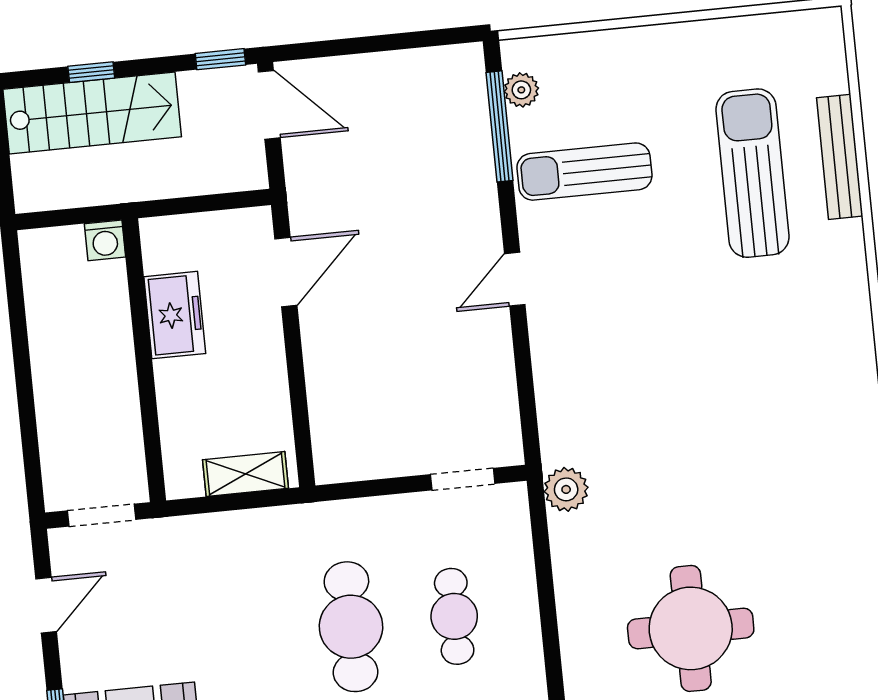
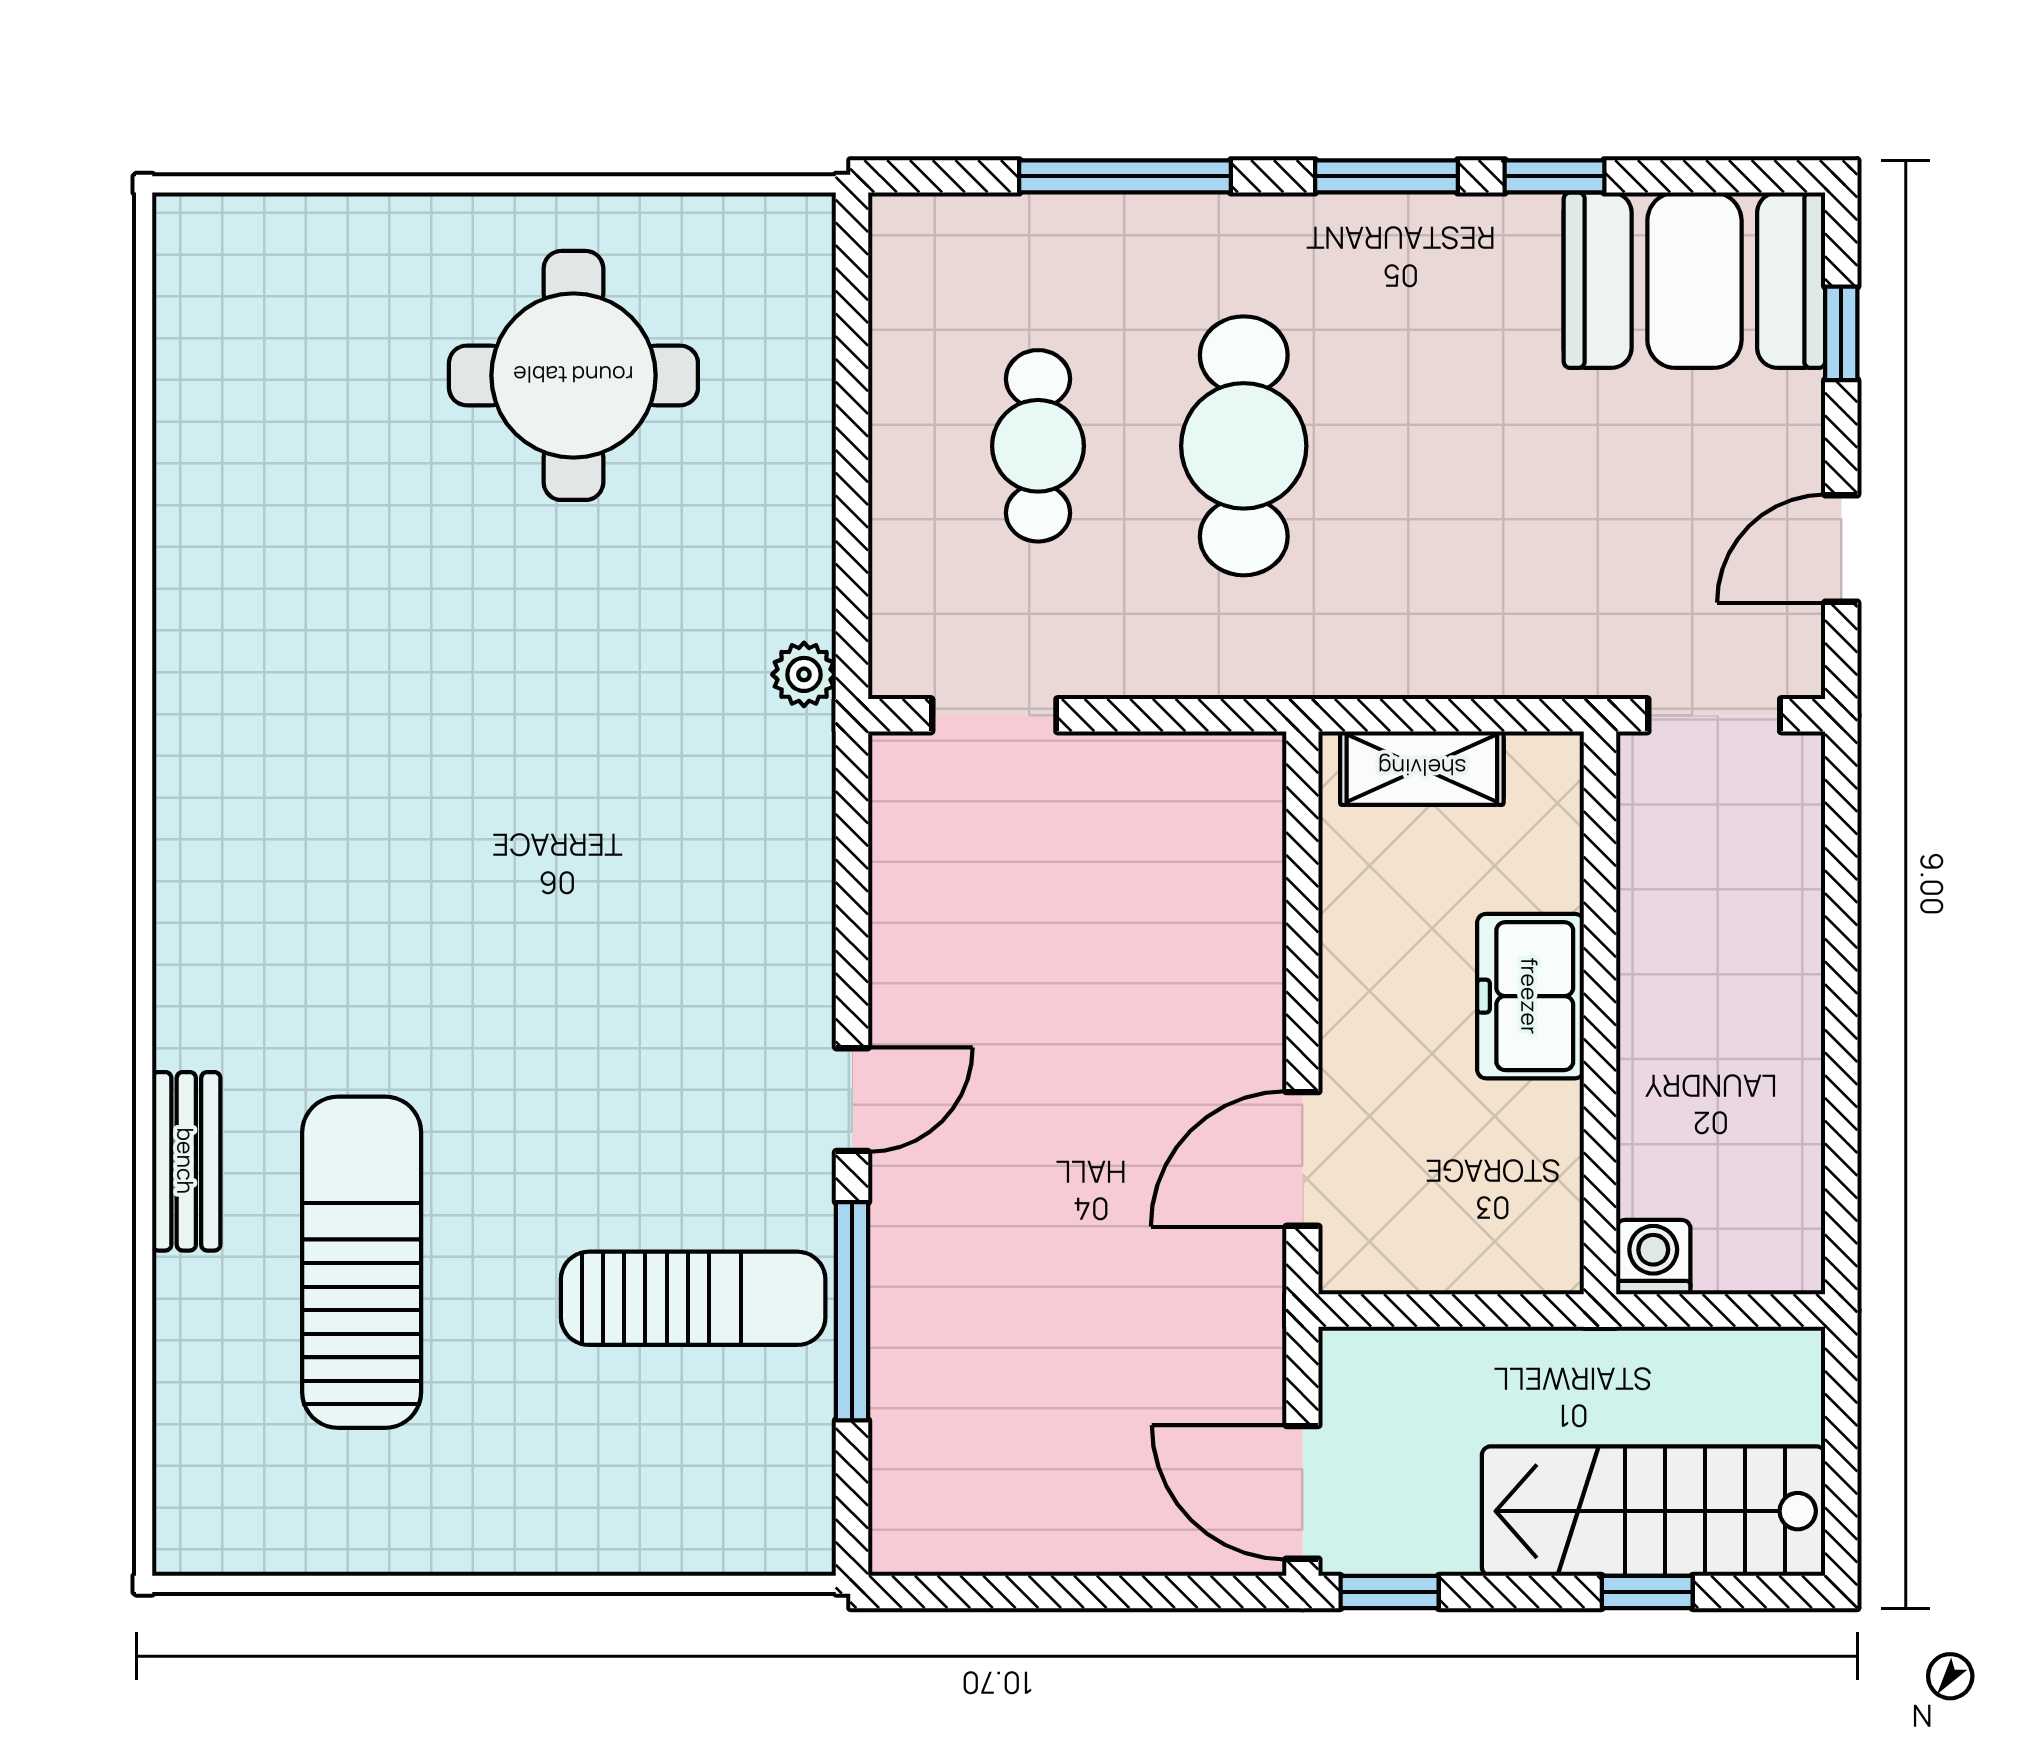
plant: (521, 90) -> (802, 1472), removed
window: (499, 126) -> (852, 1311), moved
bench: (840, 157) -> (186, 1161), moved, width x0.73
sun lounger: (753, 173) -> (362, 1262), turned 180
freezer: (175, 315) -> (1530, 996), moved
plant: (566, 489) -> (804, 674), width x0.73, depth x0.73

